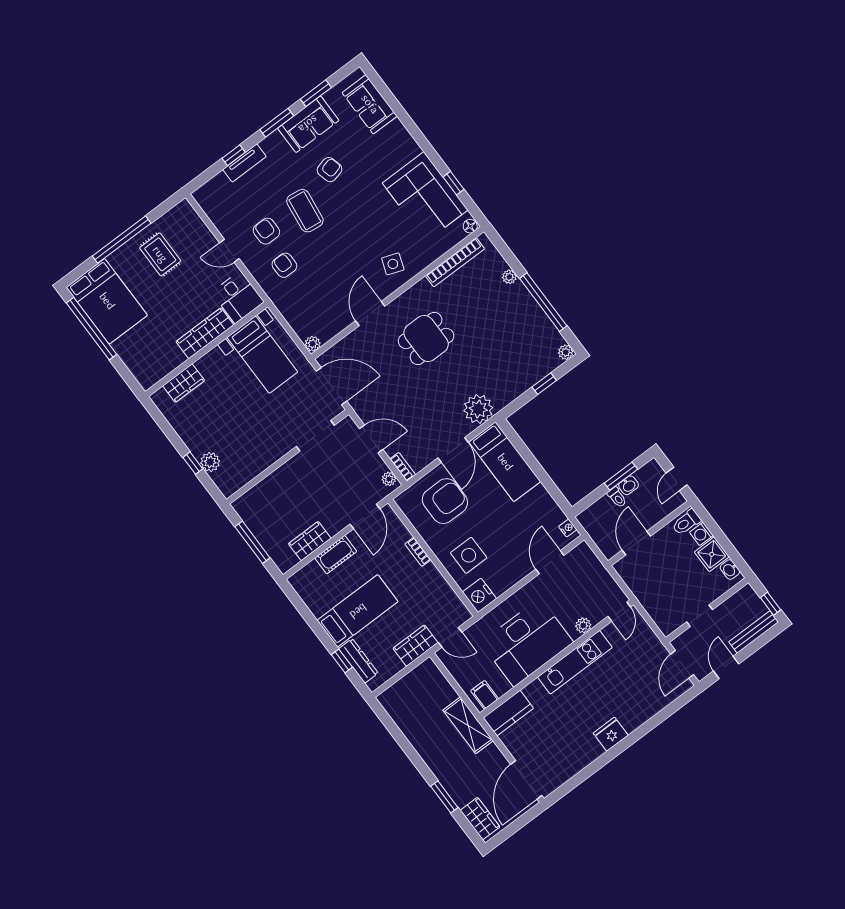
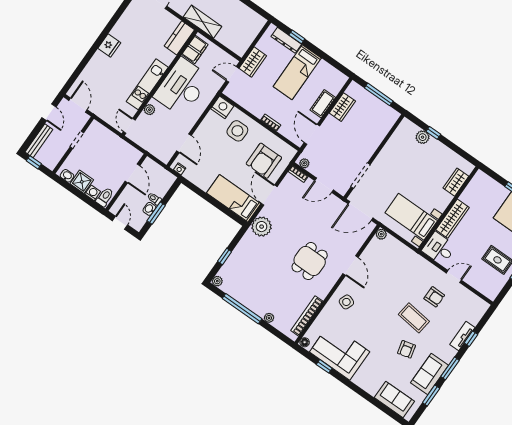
armchair: (284, 265) -> (416, 279), removed
filing cabinet: (485, 695) -> (195, 50), width x2.00

